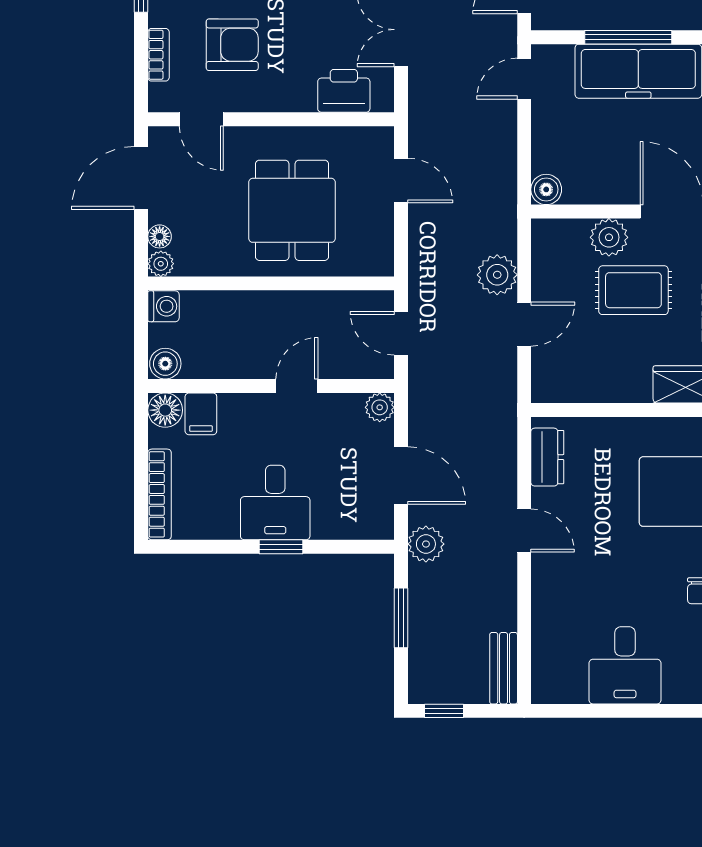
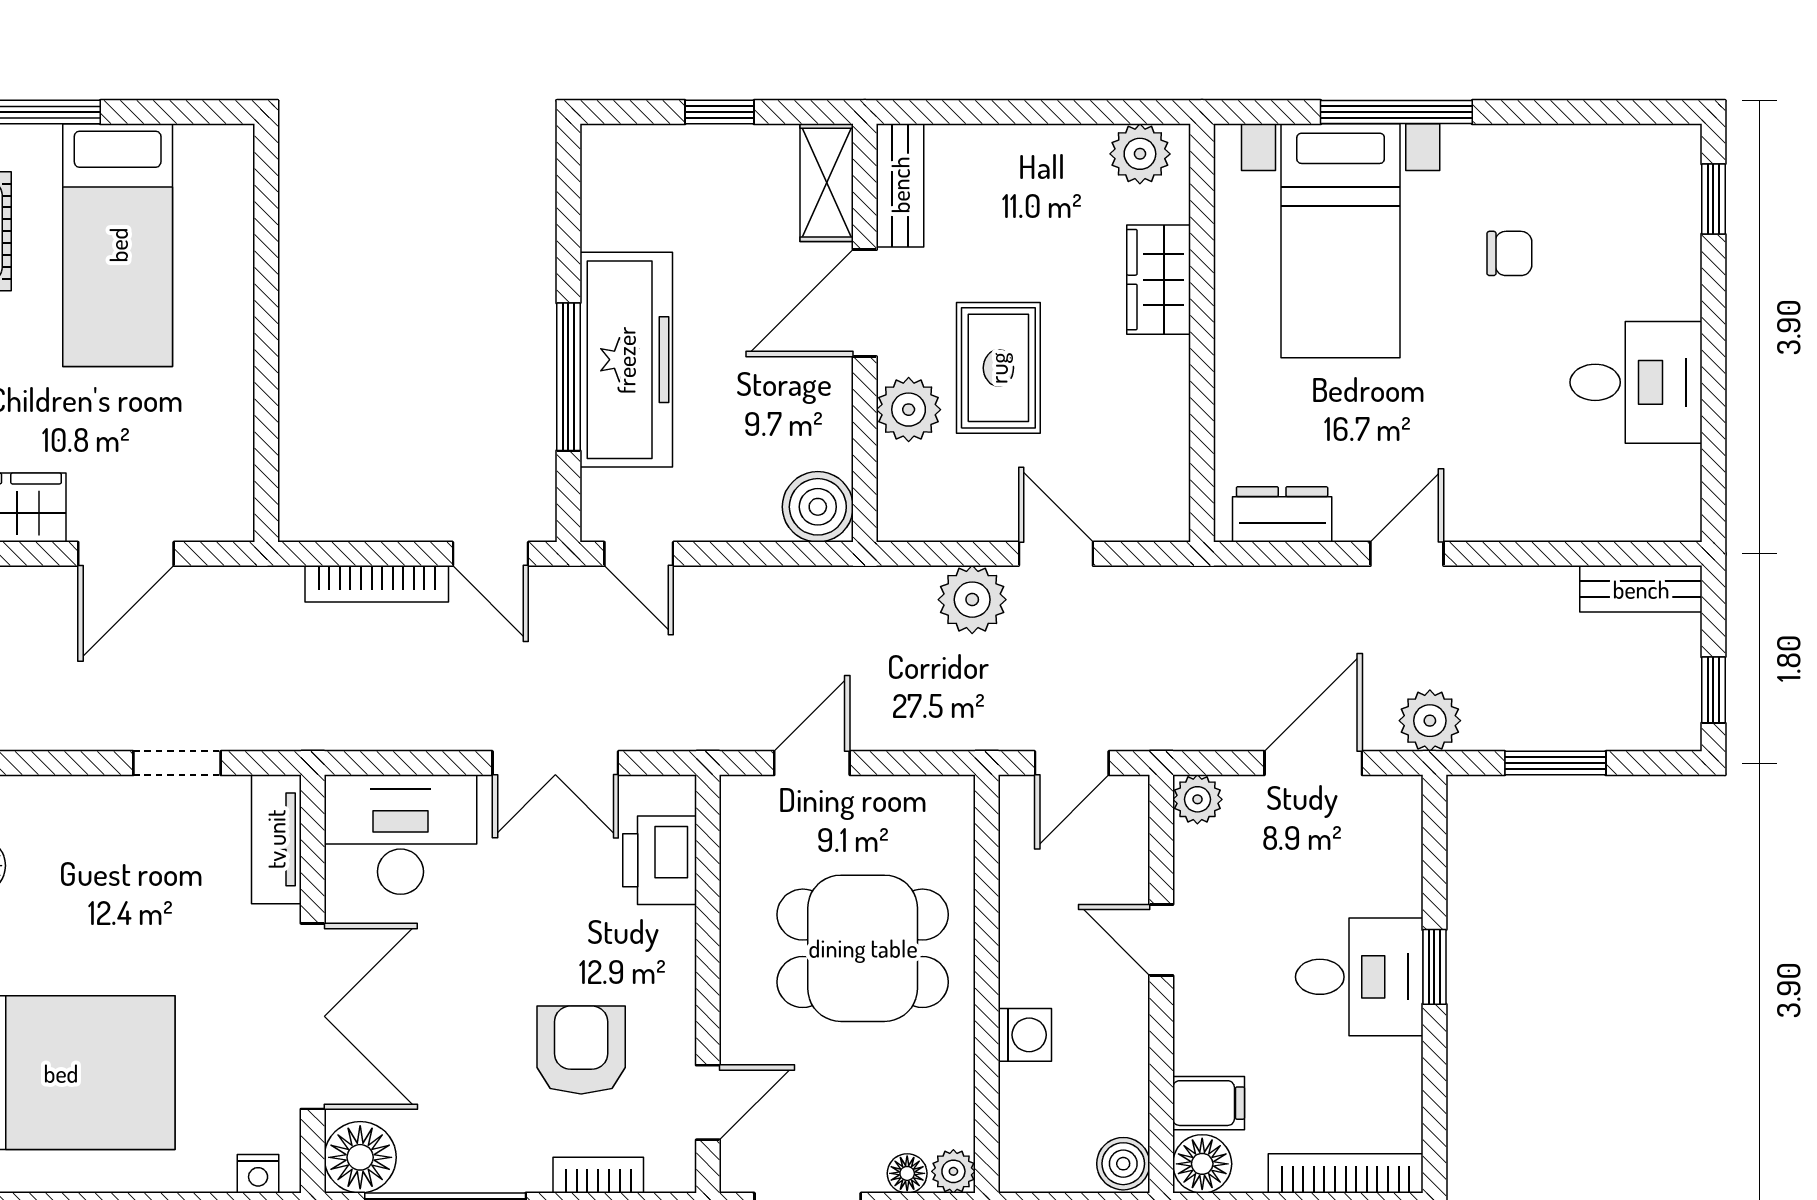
boiler: (546, 189) -> (818, 507), width x1.36, depth x1.36
washing machine: (163, 306) -> (1025, 1035), moved, turned 90

